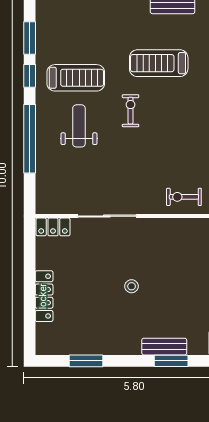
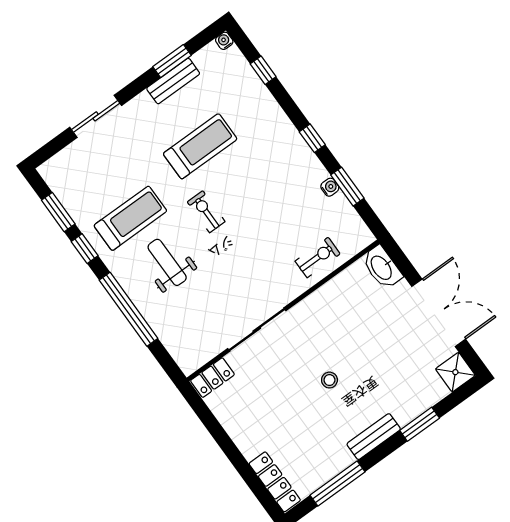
treadmill: (159, 63) -> (200, 146), turned 180
exercise bike: (184, 197) -> (318, 257), turned 180
locker: (44, 296) -> (275, 482), moved
bench: (164, 347) -> (374, 437), moved
window: (86, 361) -> (338, 484), width x1.44

